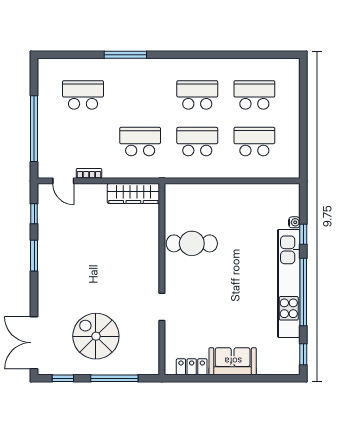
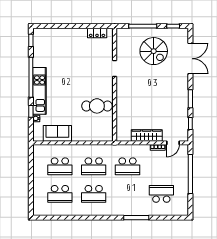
school desk: (83, 95) -> (161, 194), turned 180
door: (63, 181) -> (173, 143), swing flipped
wardrobe: (133, 193) -> (147, 136), moved
kitchen unit: (289, 283) -> (40, 91), width x0.73
double door: (34, 343) -> (190, 59), moved
sofa: (233, 361) -> (57, 133), moved, turned 180

